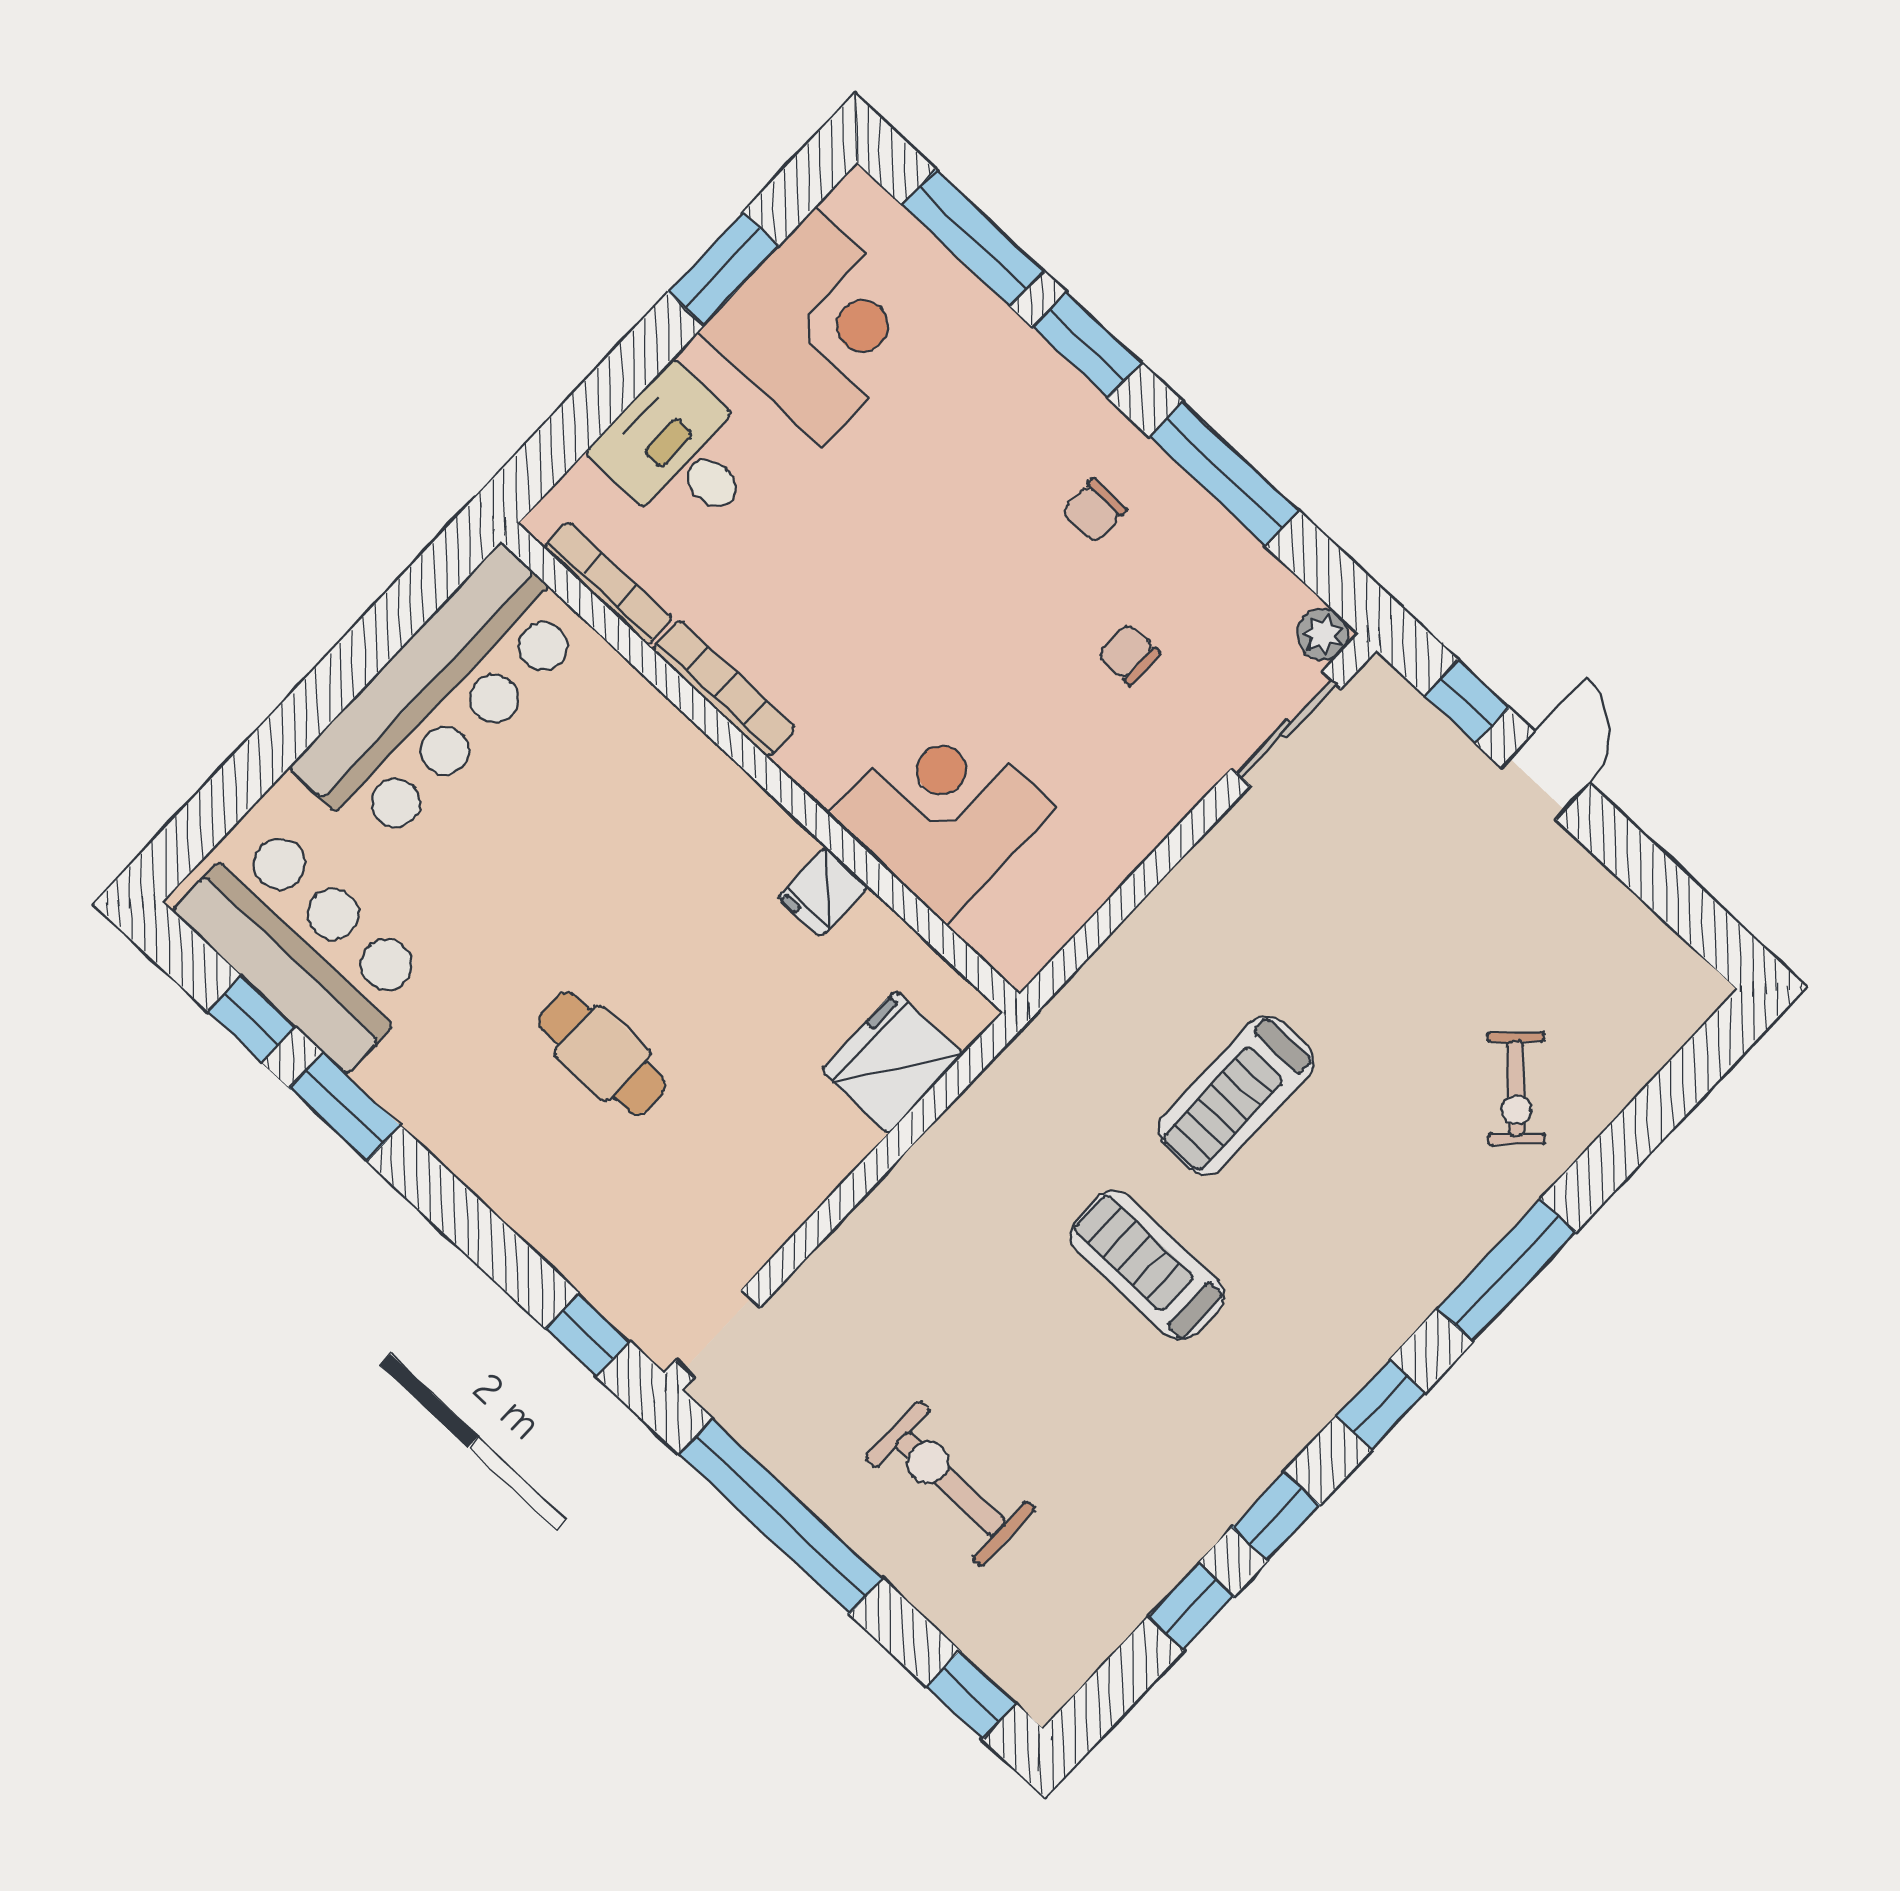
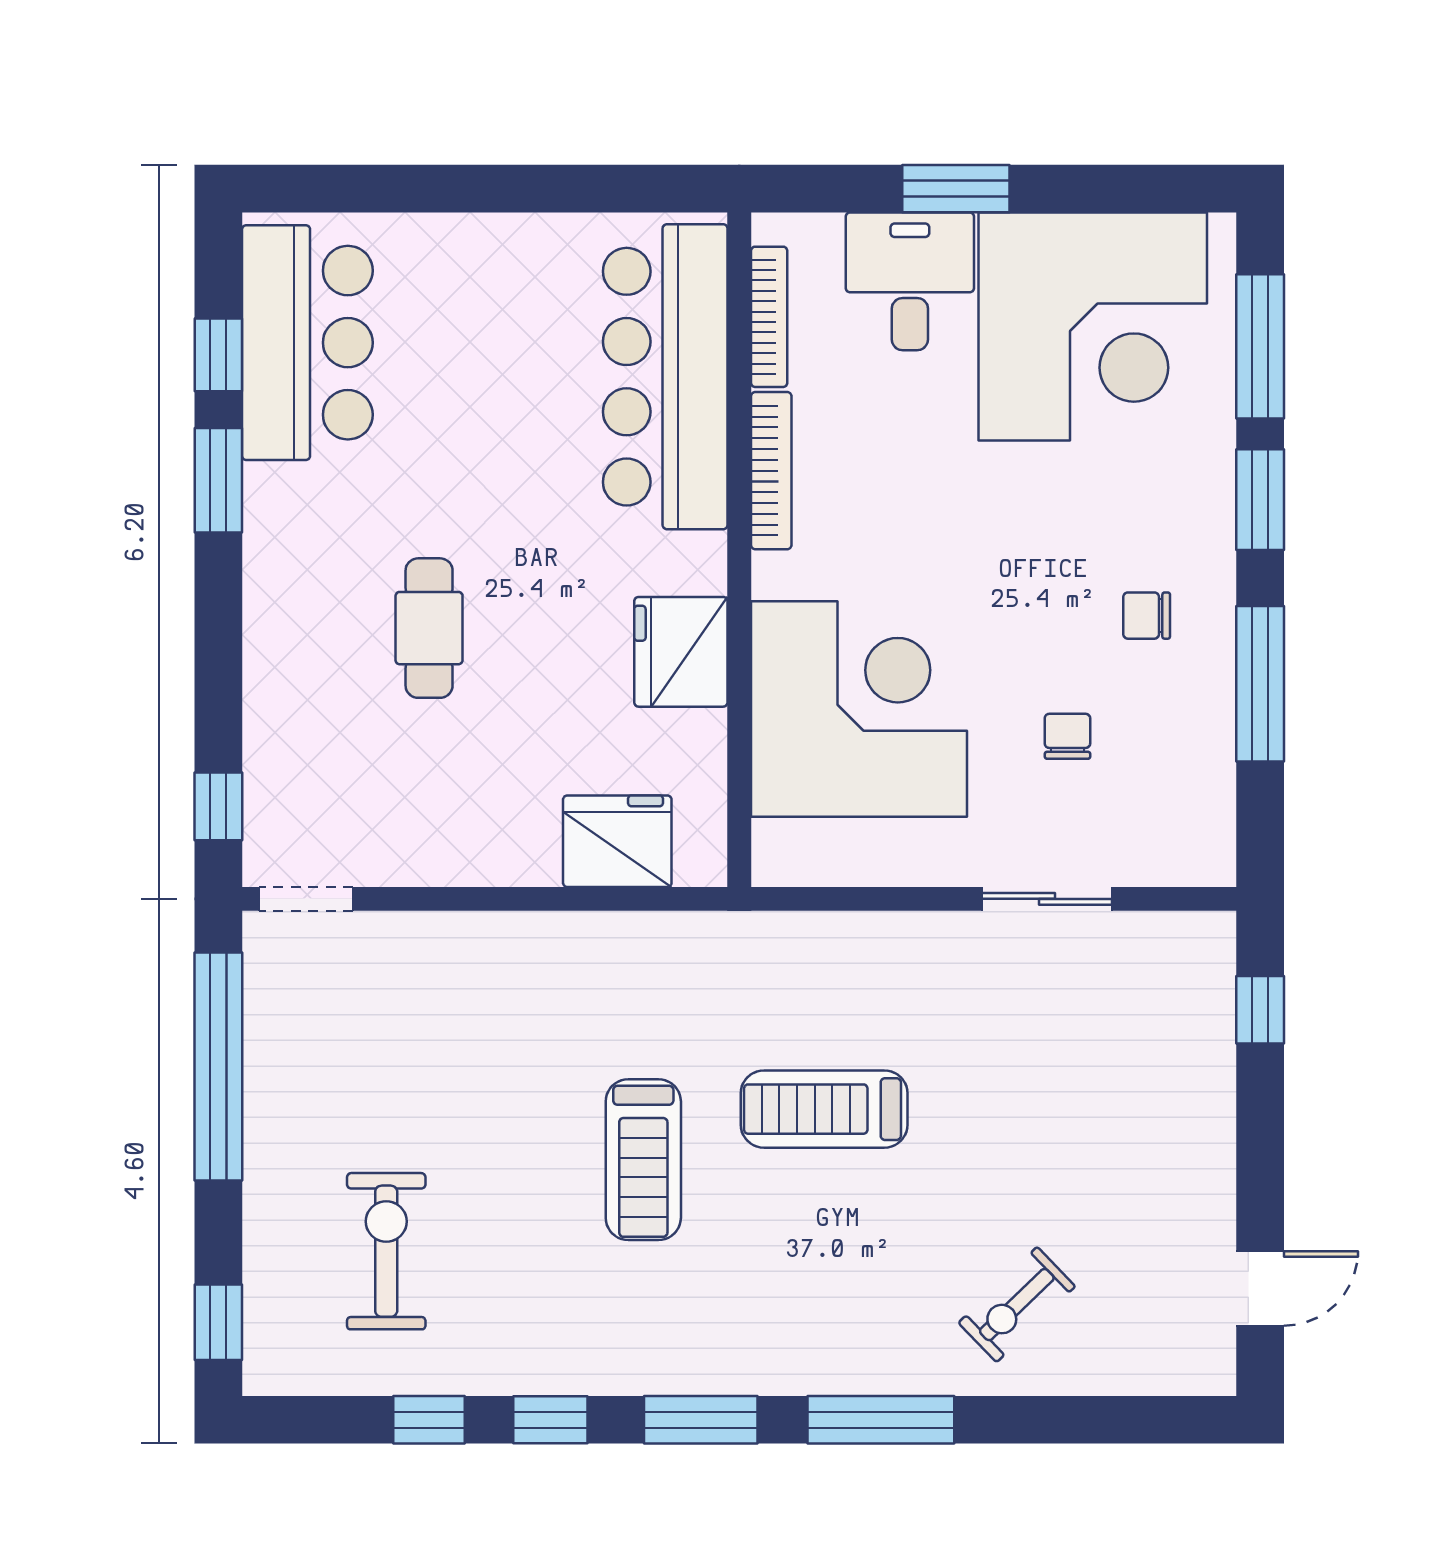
window: (723, 269) -> (956, 189), moved
corner desk: (819, 328) -> (1093, 326), width x1.36, depth x1.36
plant: (1323, 635) -> (1211, 862), removed
bar counter: (441, 698) -> (665, 377), moved, turned 90
sliding door: (1286, 729) -> (1047, 899), moved
door: (1545, 775) -> (1260, 1288), moved
corner desk: (943, 811) -> (859, 709), width x1.36, depth x1.36
fridge: (823, 892) -> (681, 652), width x1.88, depth x1.34
treadmill: (1147, 1265) -> (643, 1160), turned 180
window: (1381, 1404) -> (701, 1420), width x1.50
exercise bike: (950, 1483) -> (386, 1251), moved

